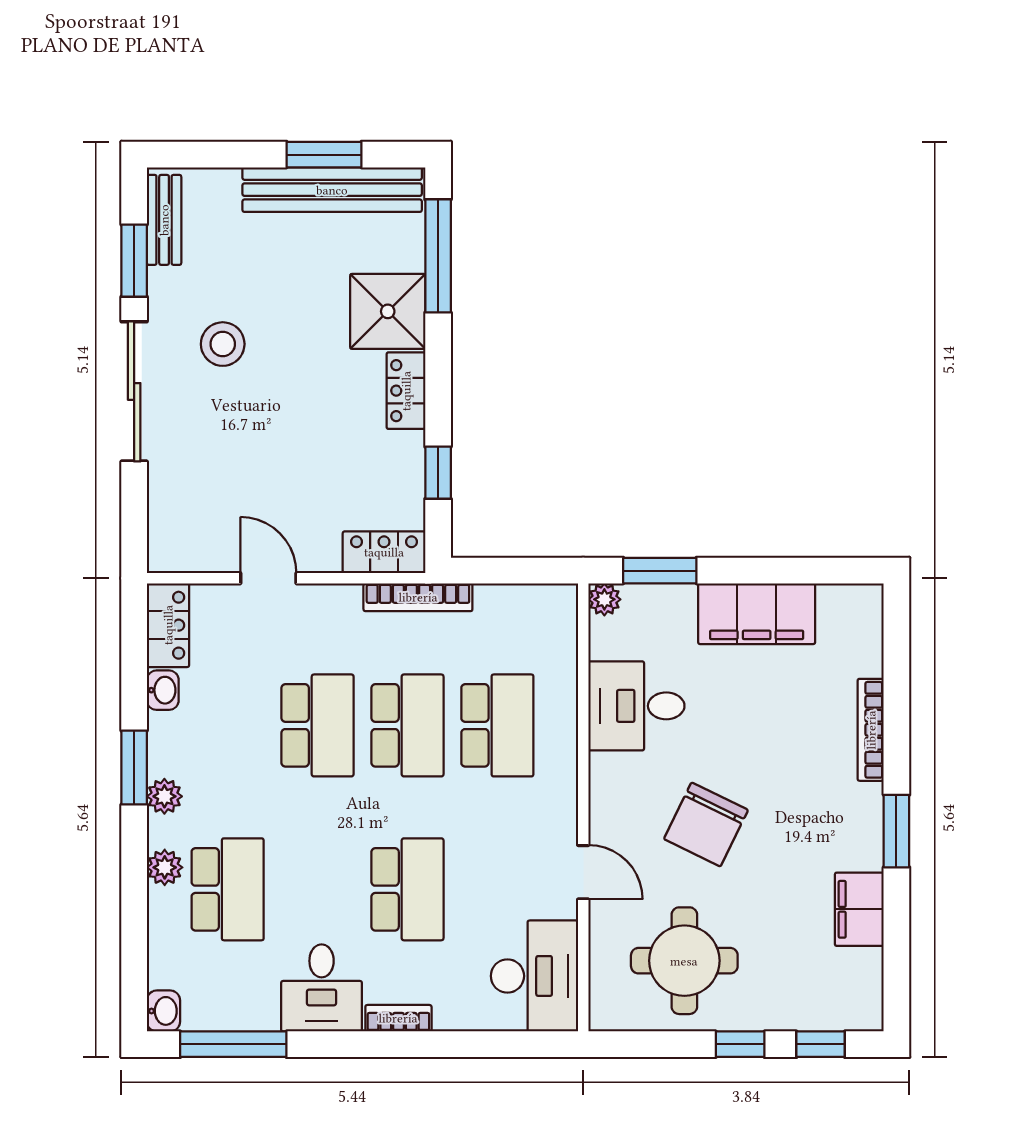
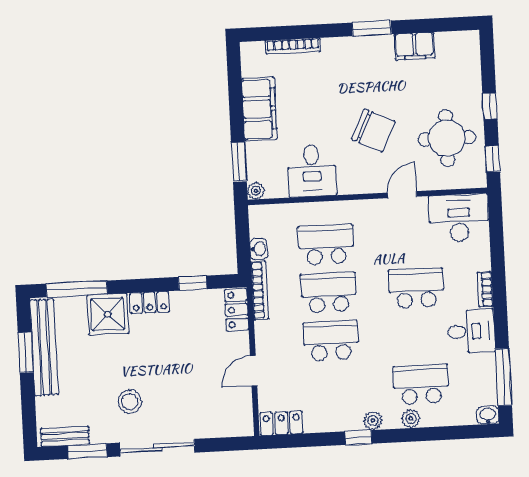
washbasin: (163, 690) -> (259, 249), moved, turned 90
bookcase: (871, 730) -> (293, 46), moved
window: (134, 768) -> (358, 437), width x0.67
window: (821, 1044) -> (493, 159), moved

